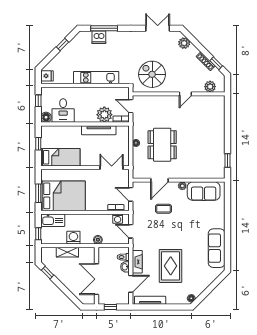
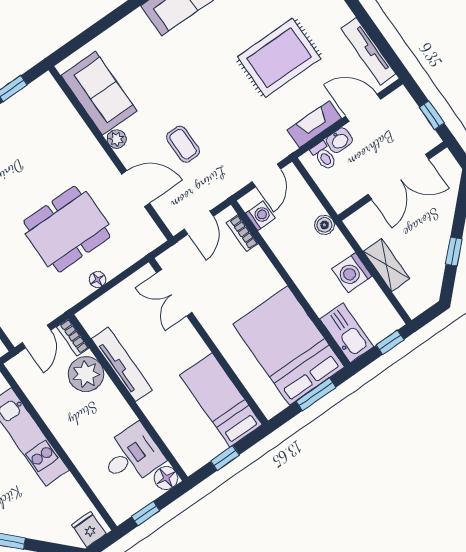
window: (48, 273) -> (454, 252), moved

